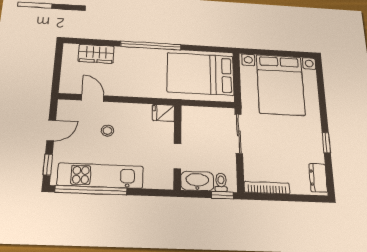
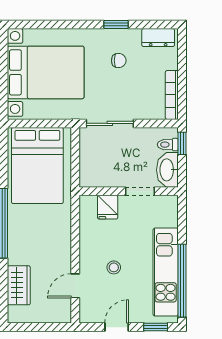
fridge: (163, 113) -> (108, 207), moved
door: (51, 130) -> (117, 327), hinge flipped
chair: (295, 143) -> (119, 61), added

